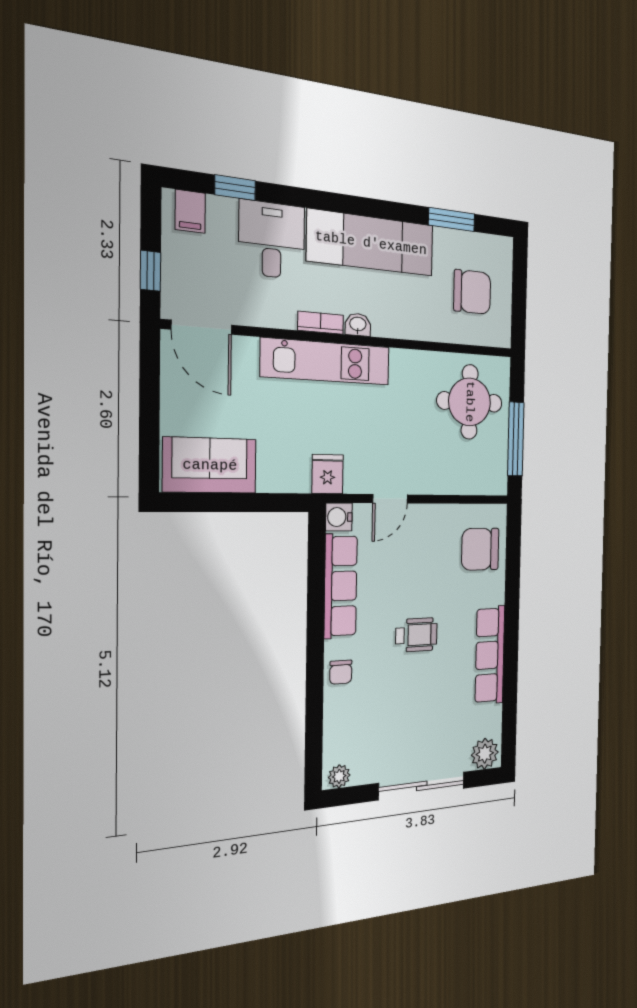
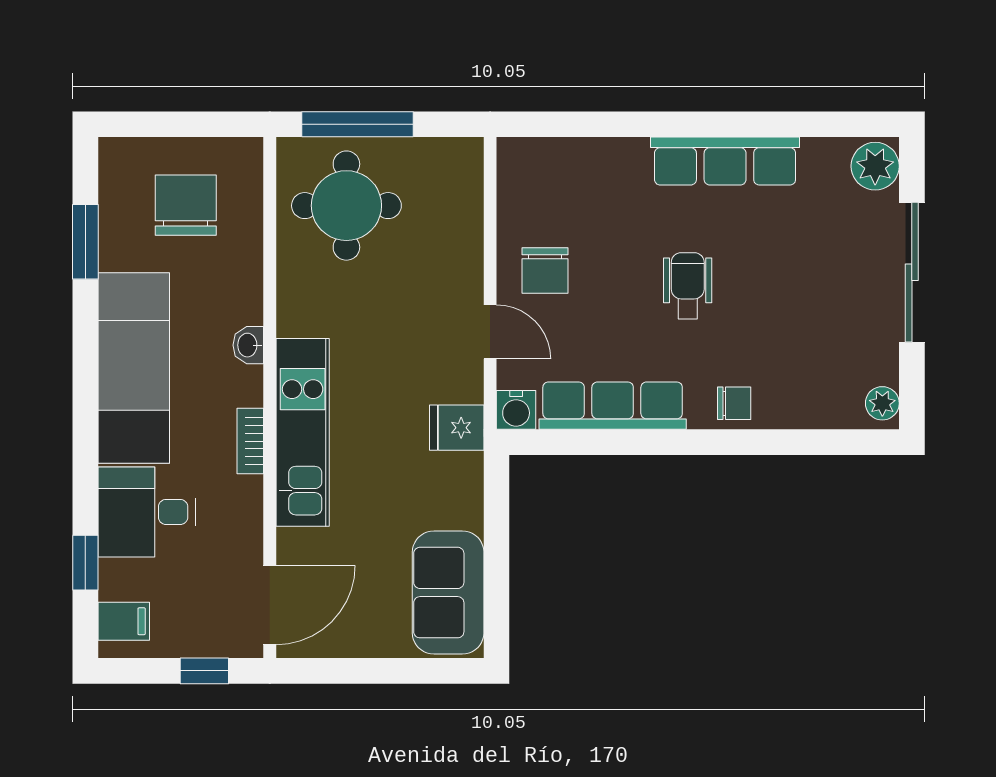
washbasin: (358, 325) -> (248, 345), moved
window: (516, 439) -> (357, 124), moved
chair: (480, 549) -> (545, 271), moved, width x0.73, depth x0.73

